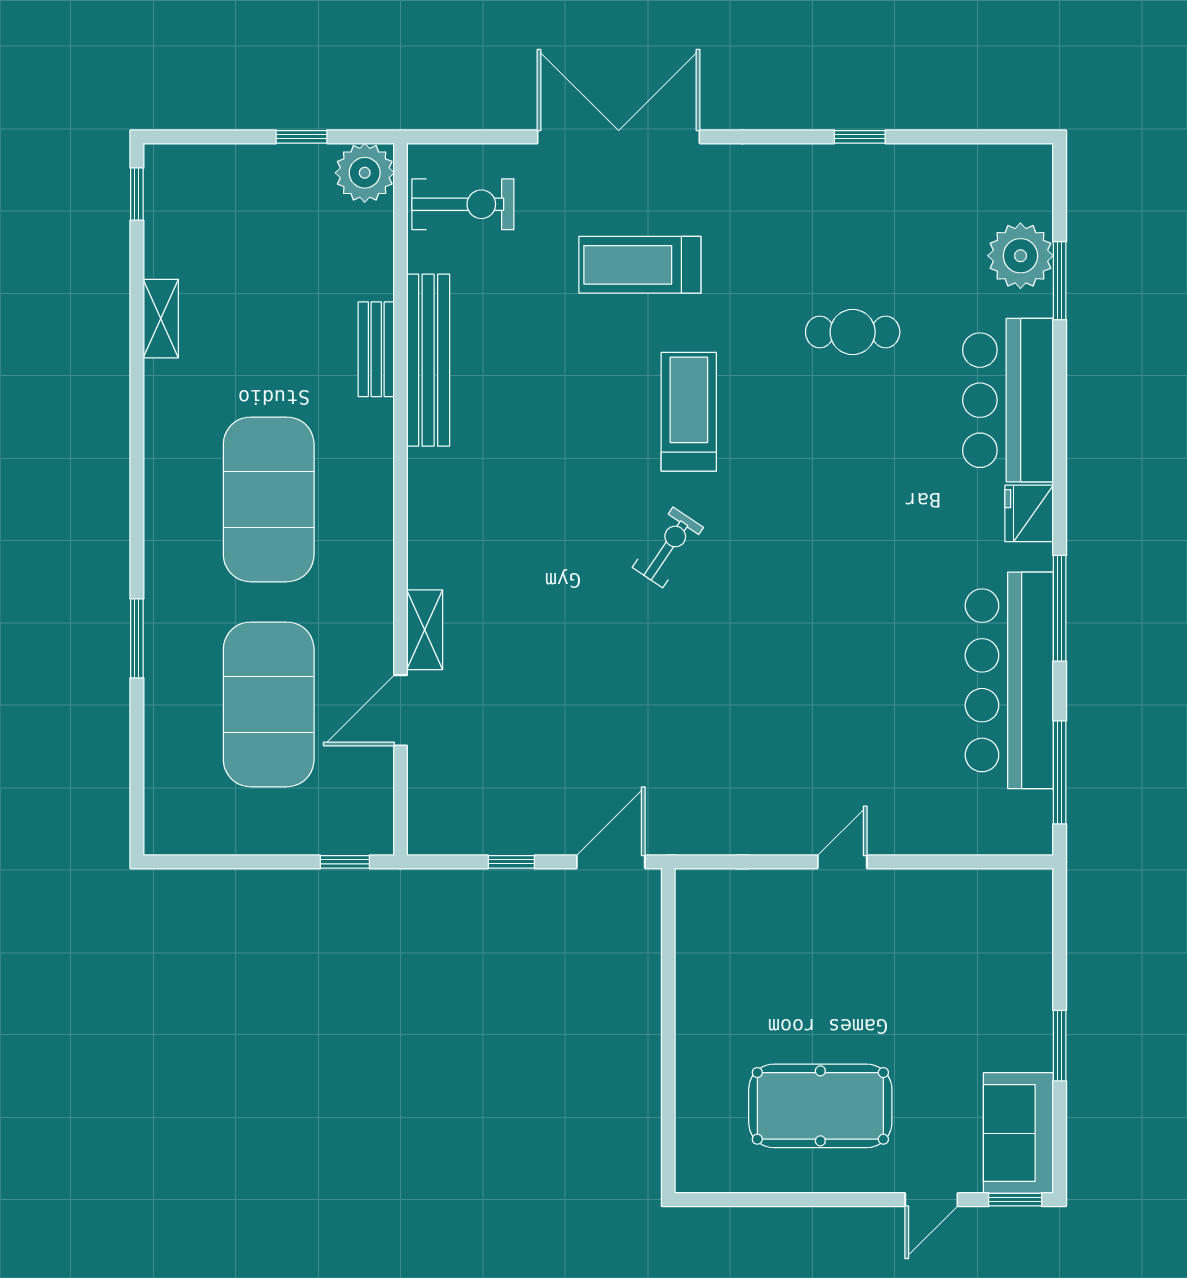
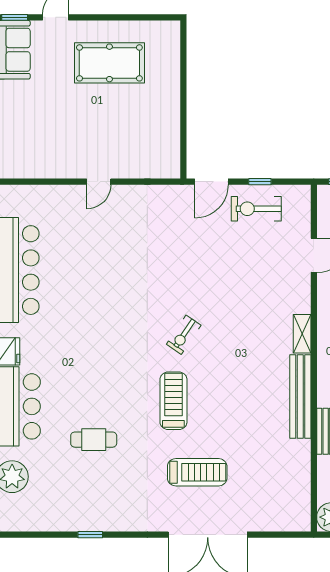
exercise bike: (463, 204) -> (256, 209), moved
bench: (428, 360) -> (300, 397), moved
treadmill: (689, 412) -> (173, 401), turned 180
shelving: (425, 630) -> (302, 334), moved

